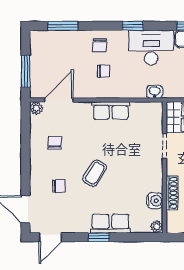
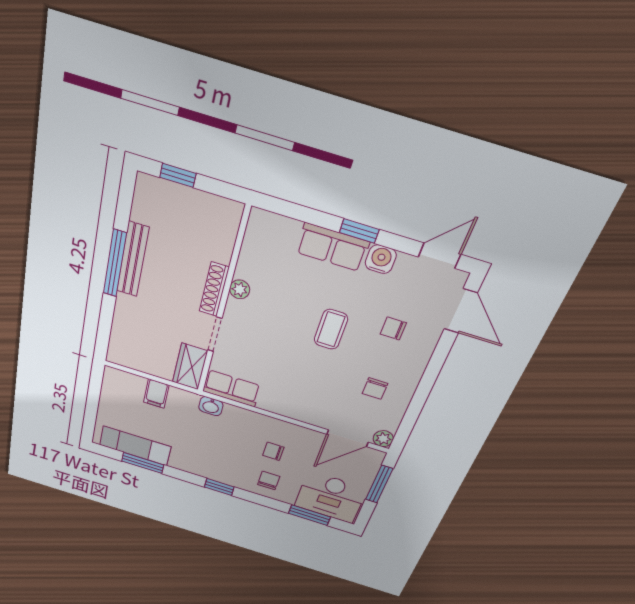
desk: (151, 48) -> (330, 497), moved
row of seats: (111, 110) -> (232, 388), moved
coffee table: (95, 173) -> (331, 329), turned -32
shoe rack: (172, 193) -> (214, 289), moved
water cooler: (155, 201) -> (381, 259), moved, turned 90
plant: (157, 227) -> (240, 289), moved

